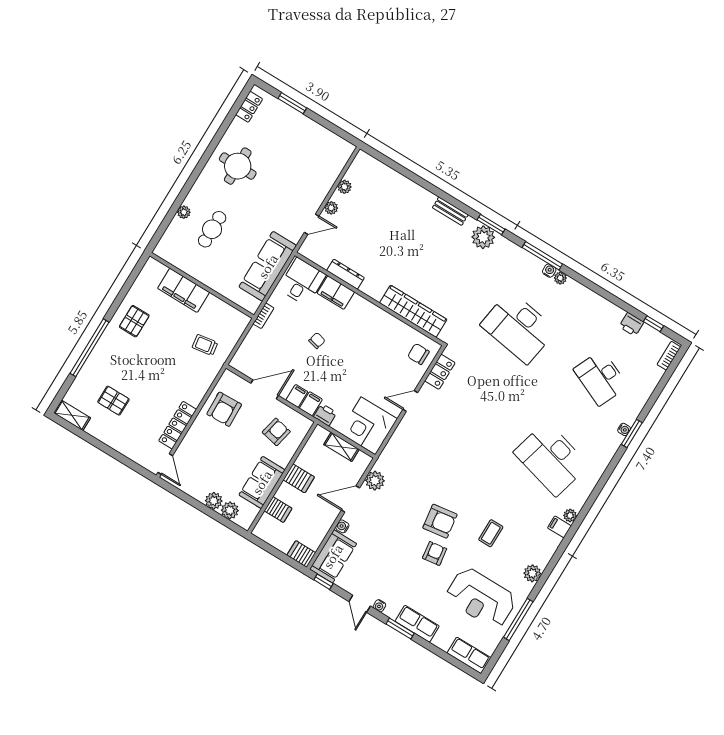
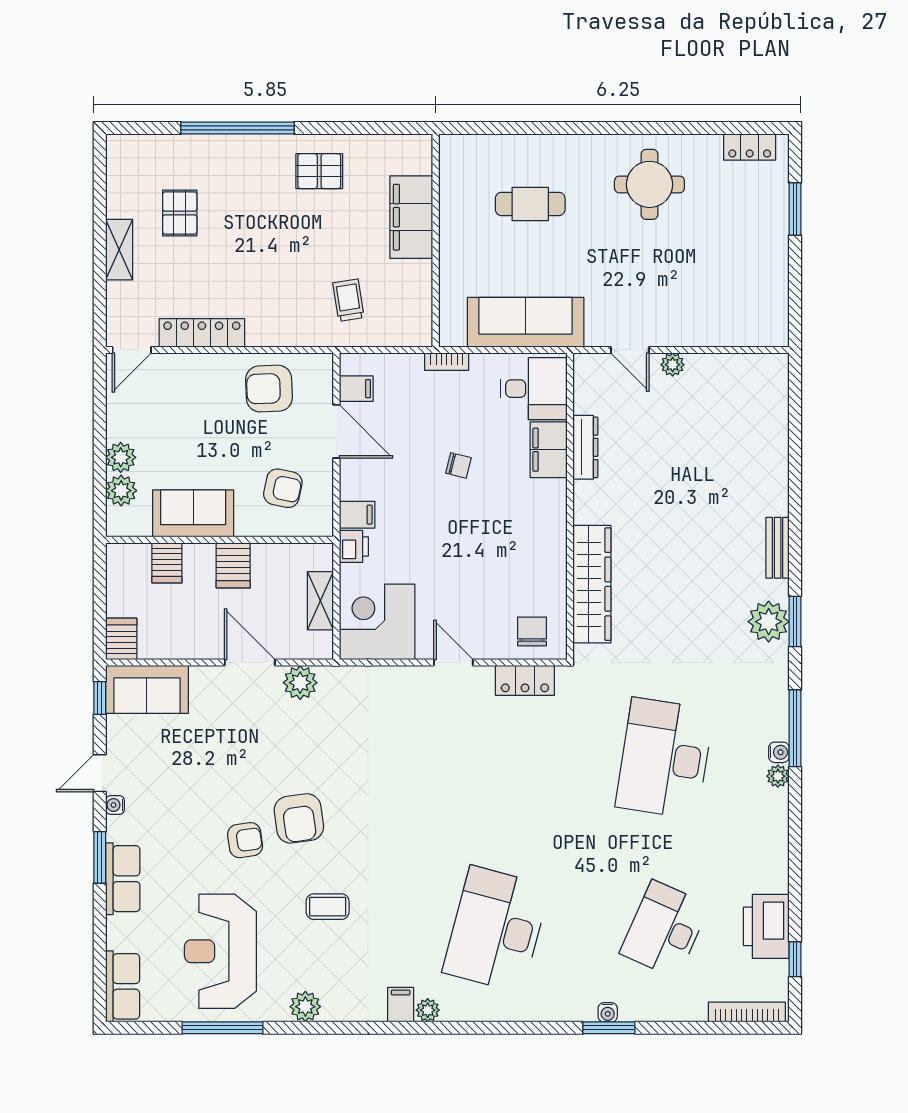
plant: (344, 187) -> (717, 365), removed
plant: (184, 212) -> (530, 145), removed
printer: (631, 324) -> (766, 926), width x1.87, depth x1.48
bookcase: (669, 356) -> (747, 1012), width x1.56
filing cabinet: (297, 396) -> (356, 389), moved
shelving: (72, 415) -> (119, 250), moved
water cooler: (342, 526) -> (201, 676), removed

